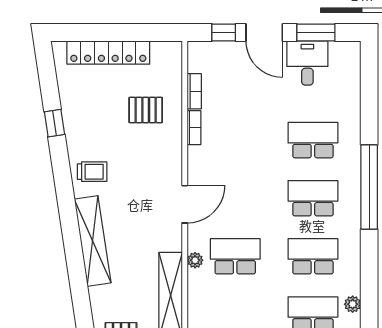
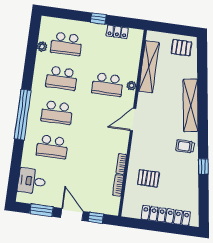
desk: (307, 63) -> (32, 181), moved, turned 90
window: (54, 123) -> (203, 166), moved

